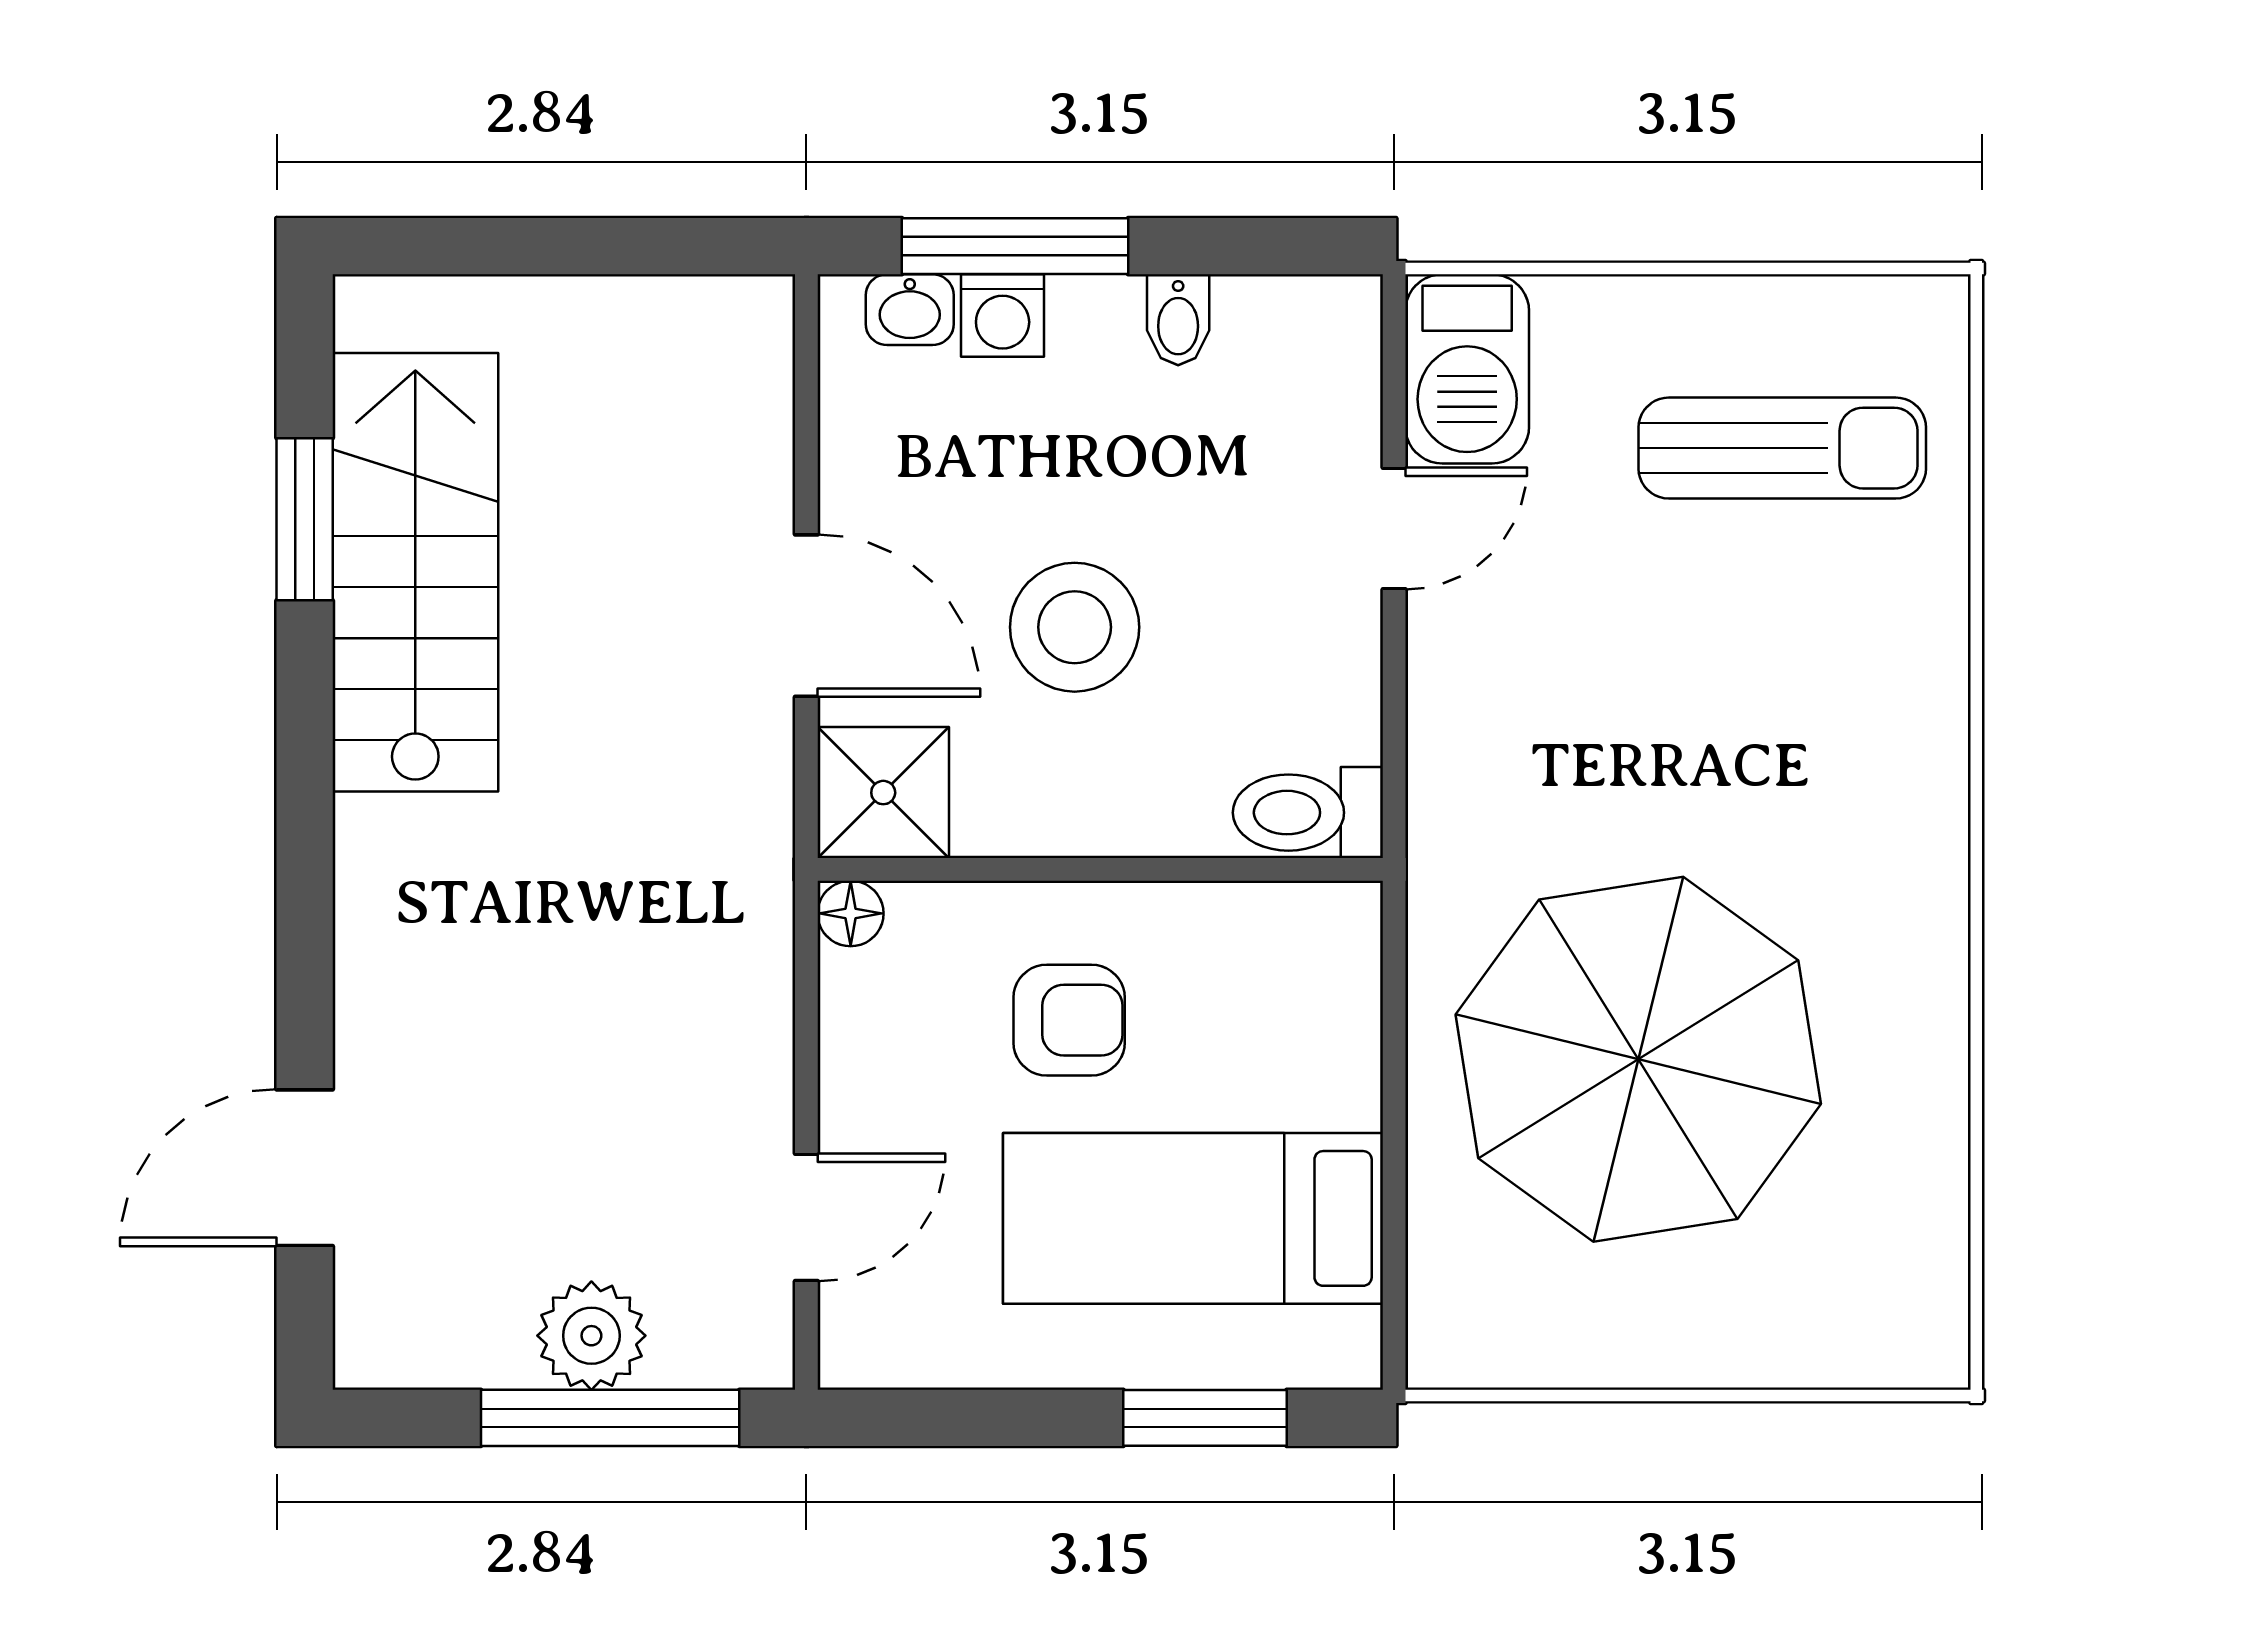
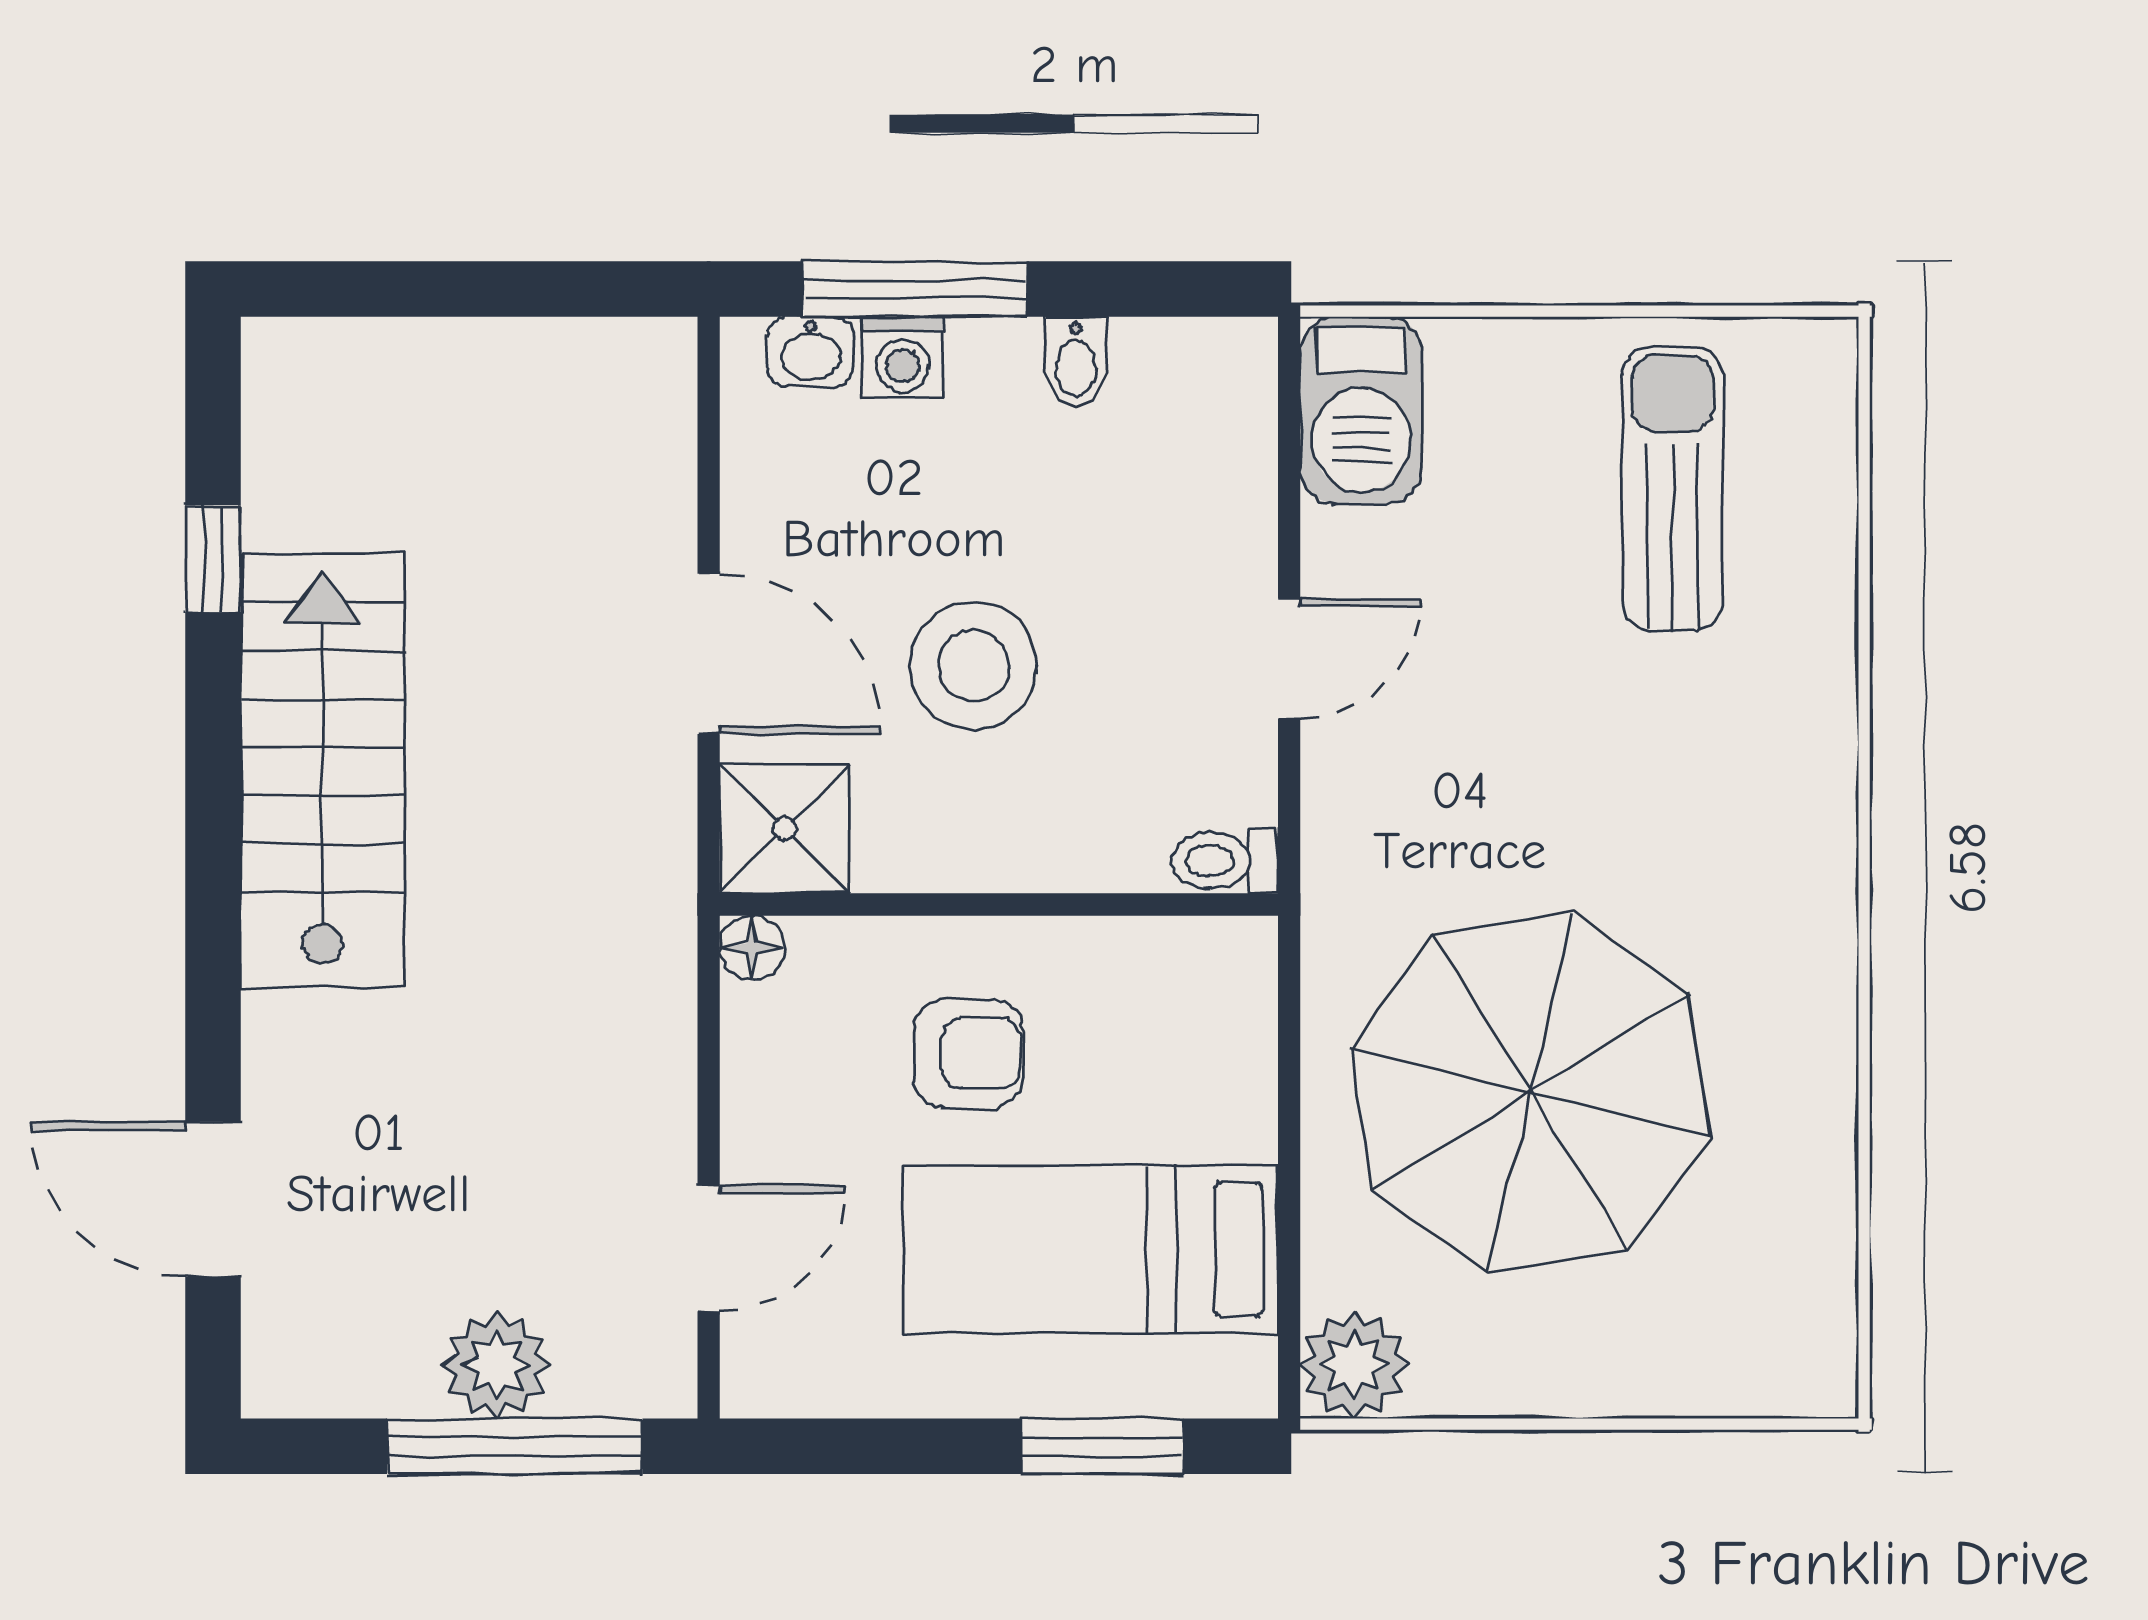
sun lounger: (1782, 448) -> (1673, 488), turned -90
window: (305, 519) -> (213, 559), width x0.67
door: (1394, 528) -> (1289, 658), moved
stairs: (415, 572) -> (322, 771), moved
toilet: (1308, 813) -> (1225, 861), width x0.73, depth x0.72
door: (305, 1168) -> (213, 1199), hinge flipped
plant: (1460, 1336) -> (1354, 1365), added

